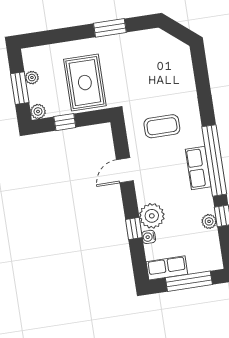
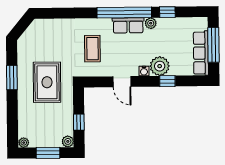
plant: (32, 78) -> (24, 143), moved
rug: (85, 83) -> (47, 82), moved, turned 90
plant: (209, 221) -> (151, 23), moved
water cooler: (149, 237) -> (144, 71), moved
row of seats: (167, 268) -> (201, 53), width x1.48

